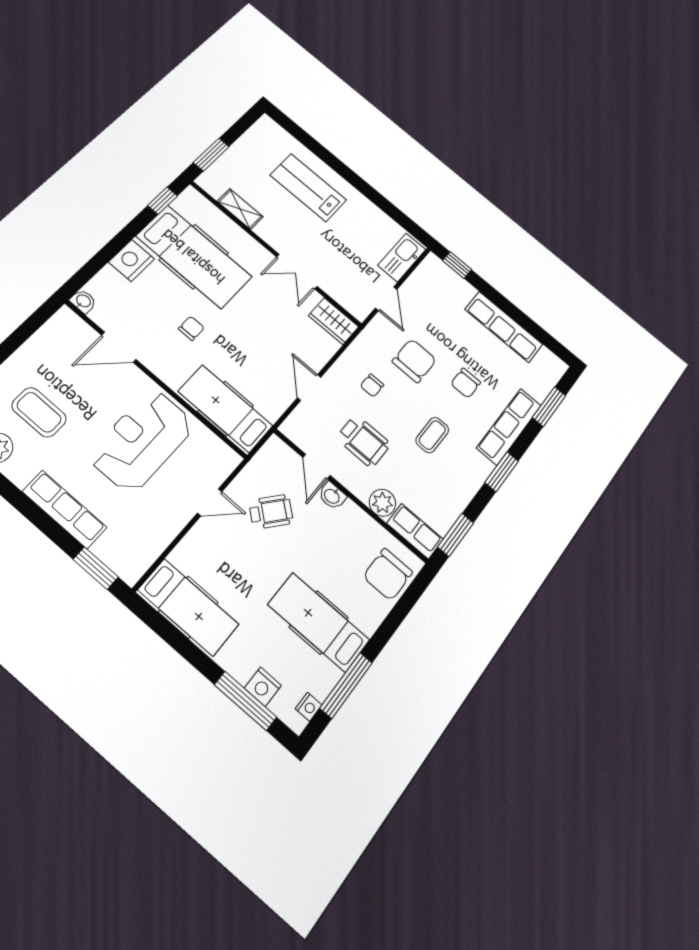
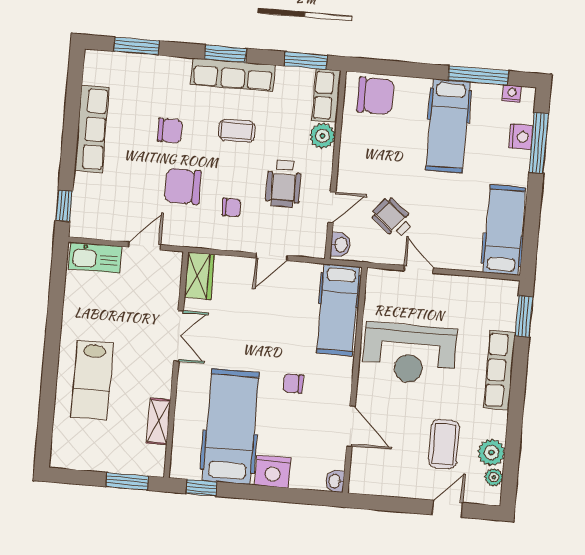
row of seats: (509, 427) -> (233, 75), moved
wheelchair: (364, 441) -> (284, 184), turned 180
washbasin: (332, 496) -> (340, 245), moved

